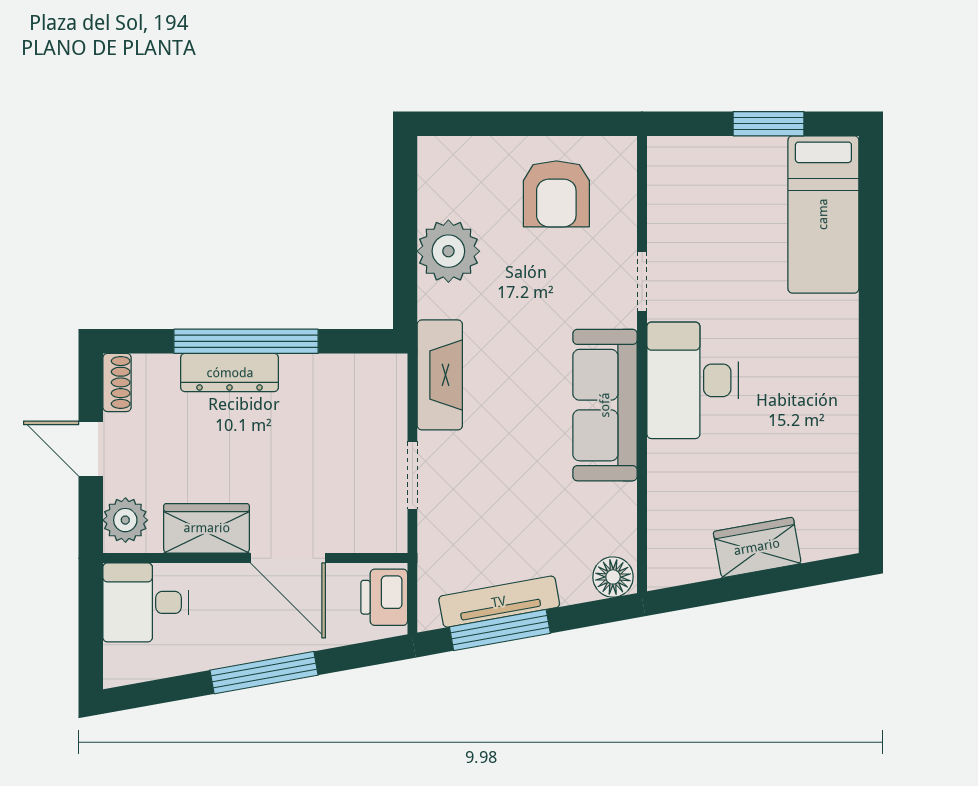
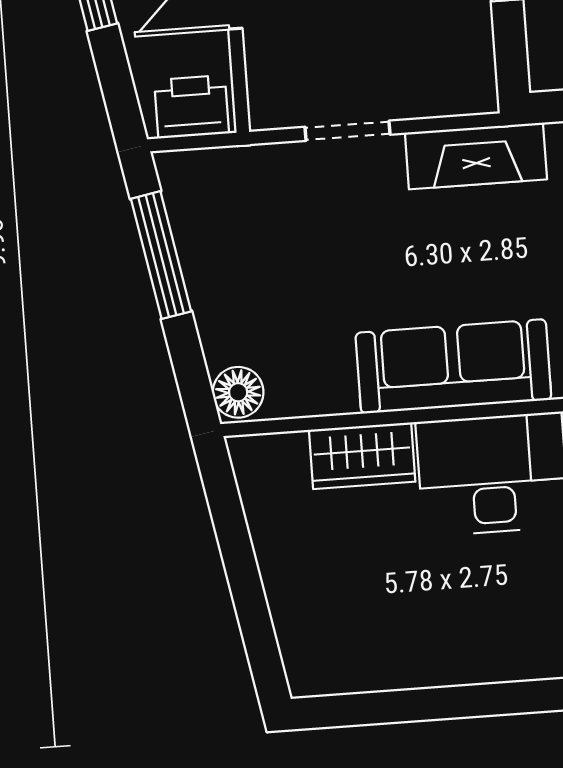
wardrobe: (757, 547) -> (362, 456), moved, turned 100
tv unit: (499, 602) -> (197, 252), removed

